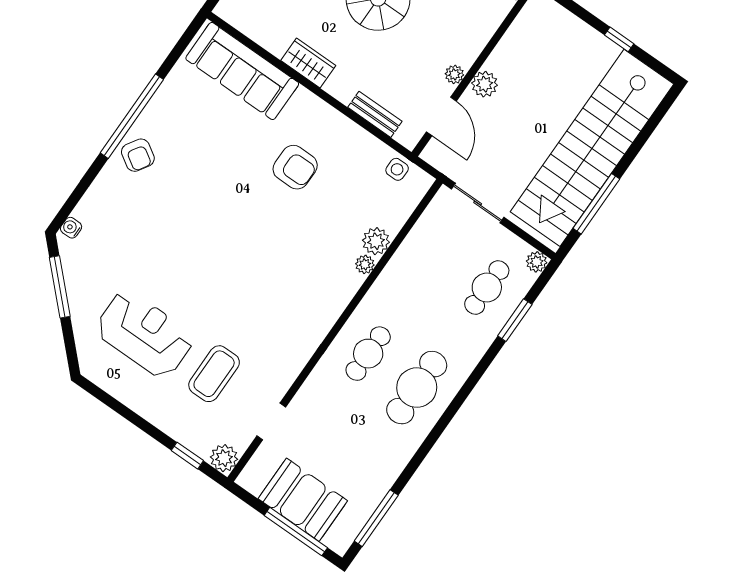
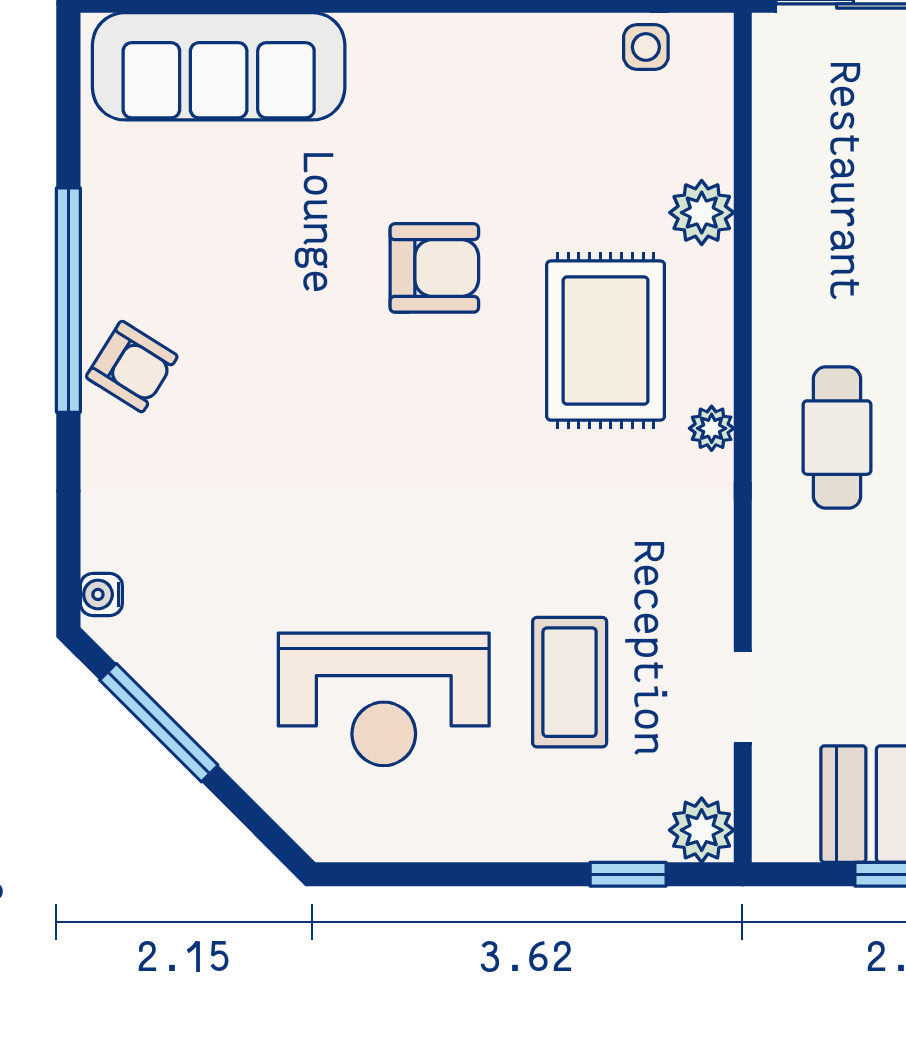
armchair: (295, 167) -> (434, 268), moved
rug: (311, 263) -> (606, 341), added
plant: (365, 264) -> (712, 428), moved
reception desk: (145, 334) -> (384, 699), turned 180

